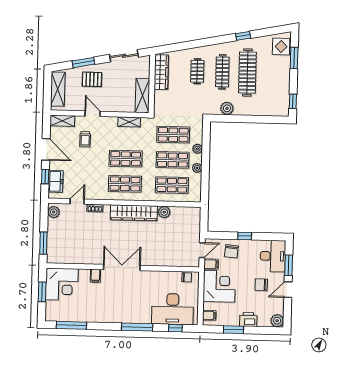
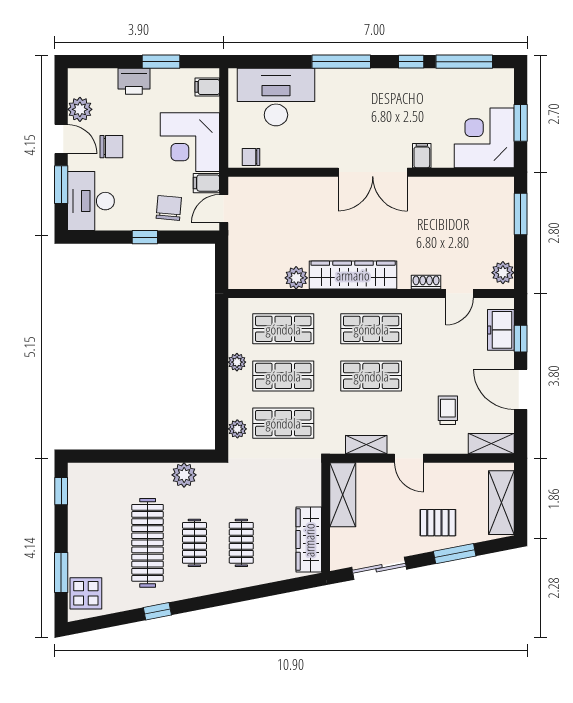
clothes rail: (222, 72) -> (194, 543), width x0.73
door: (93, 114) -> (409, 458), moved
plant: (197, 149) -> (237, 429), moved
door: (288, 290) -> (61, 139), hinge flipped
plant: (277, 321) -> (80, 109), moved
window: (175, 328) -> (411, 62), moved

